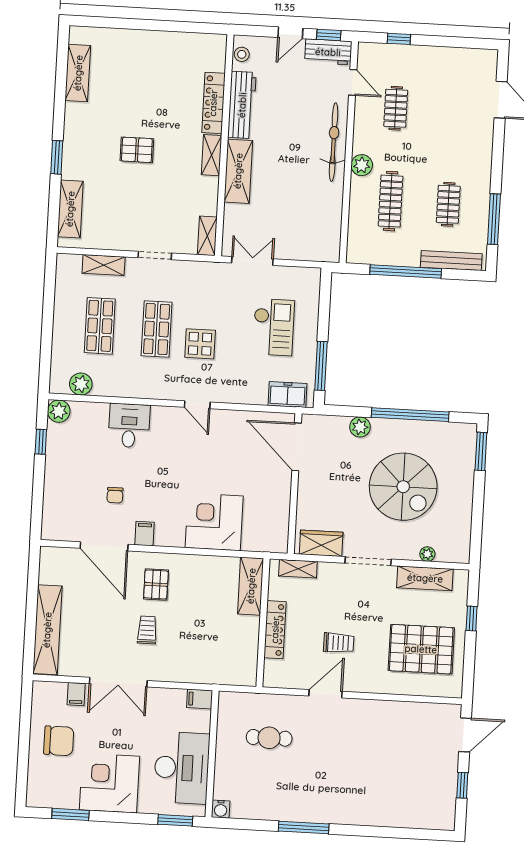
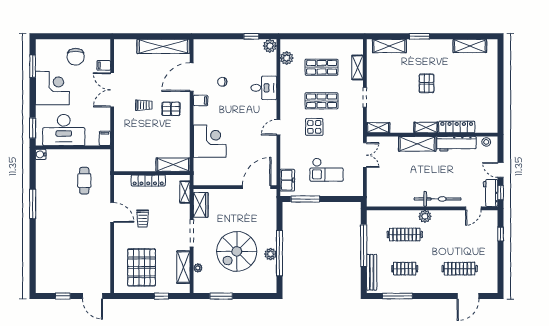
clothes rail: (396, 108) -> (460, 269), moved, width x1.36
plant: (360, 427) -> (271, 254), moved
window: (481, 451) -> (221, 296), moved
shelving: (47, 630) -> (163, 46), moved

